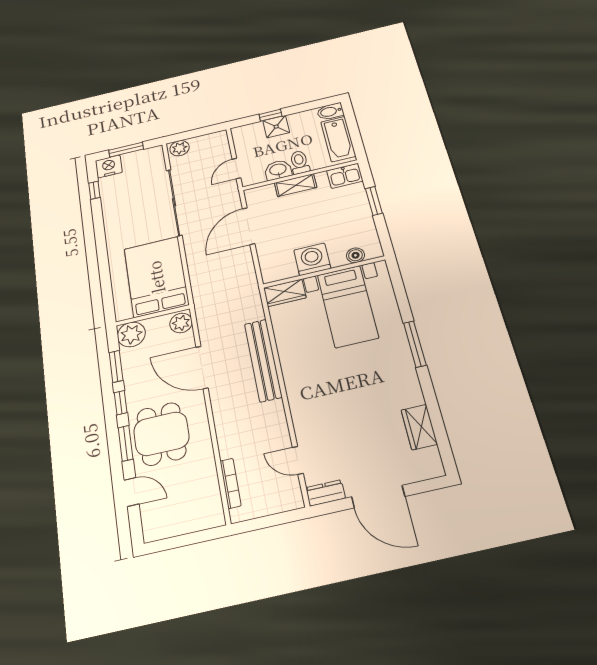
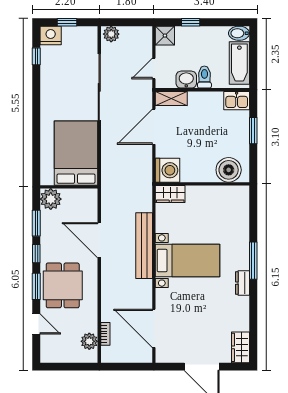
shower: (276, 127) -> (165, 36), moved
window: (126, 150) -> (67, 22), width x0.67
shelving: (296, 185) -> (171, 98), moved
boiler: (355, 255) -> (229, 170), width x1.86, depth x1.86
washing machine: (312, 259) -> (167, 170), moved, turned 90
bed with nightstands: (348, 306) -> (188, 261), moved, turned -90
plant: (181, 323) -> (89, 341), moved
wardrobe: (419, 427) -> (240, 347), moved
door: (298, 460) -> (154, 328), width x1.87
bookcase: (231, 483) -> (105, 334), width x0.64
dresser: (325, 493) -> (243, 283), moved, turned -90

